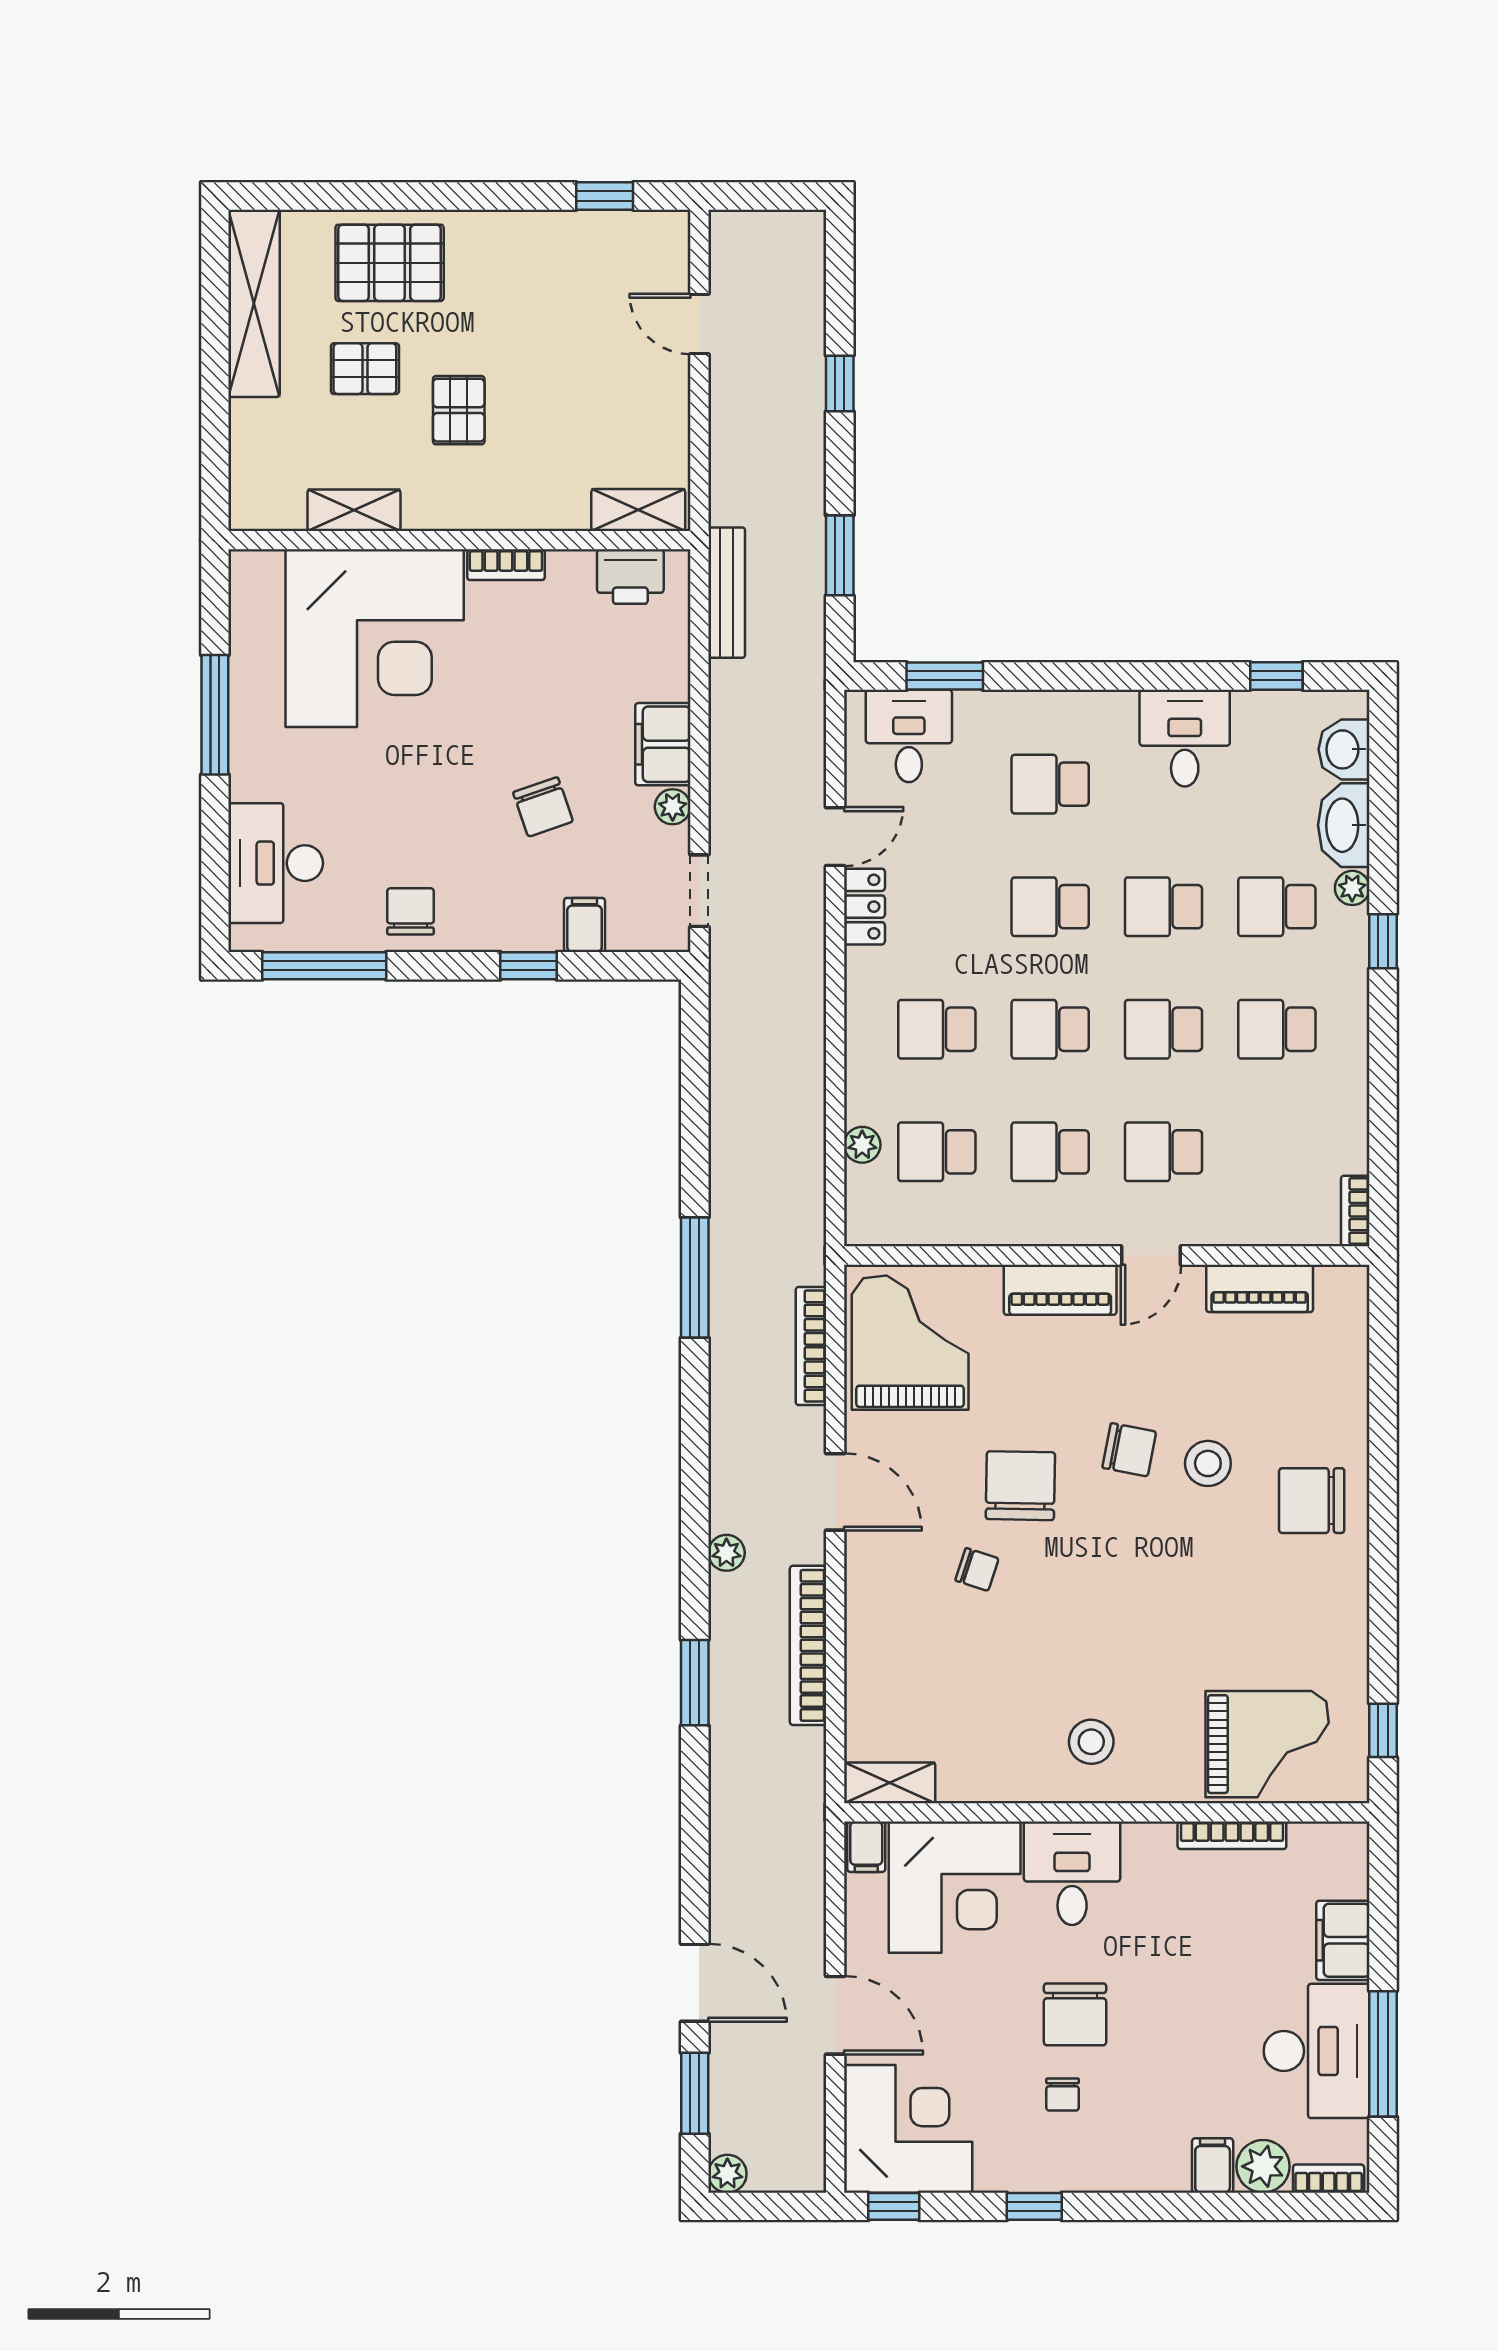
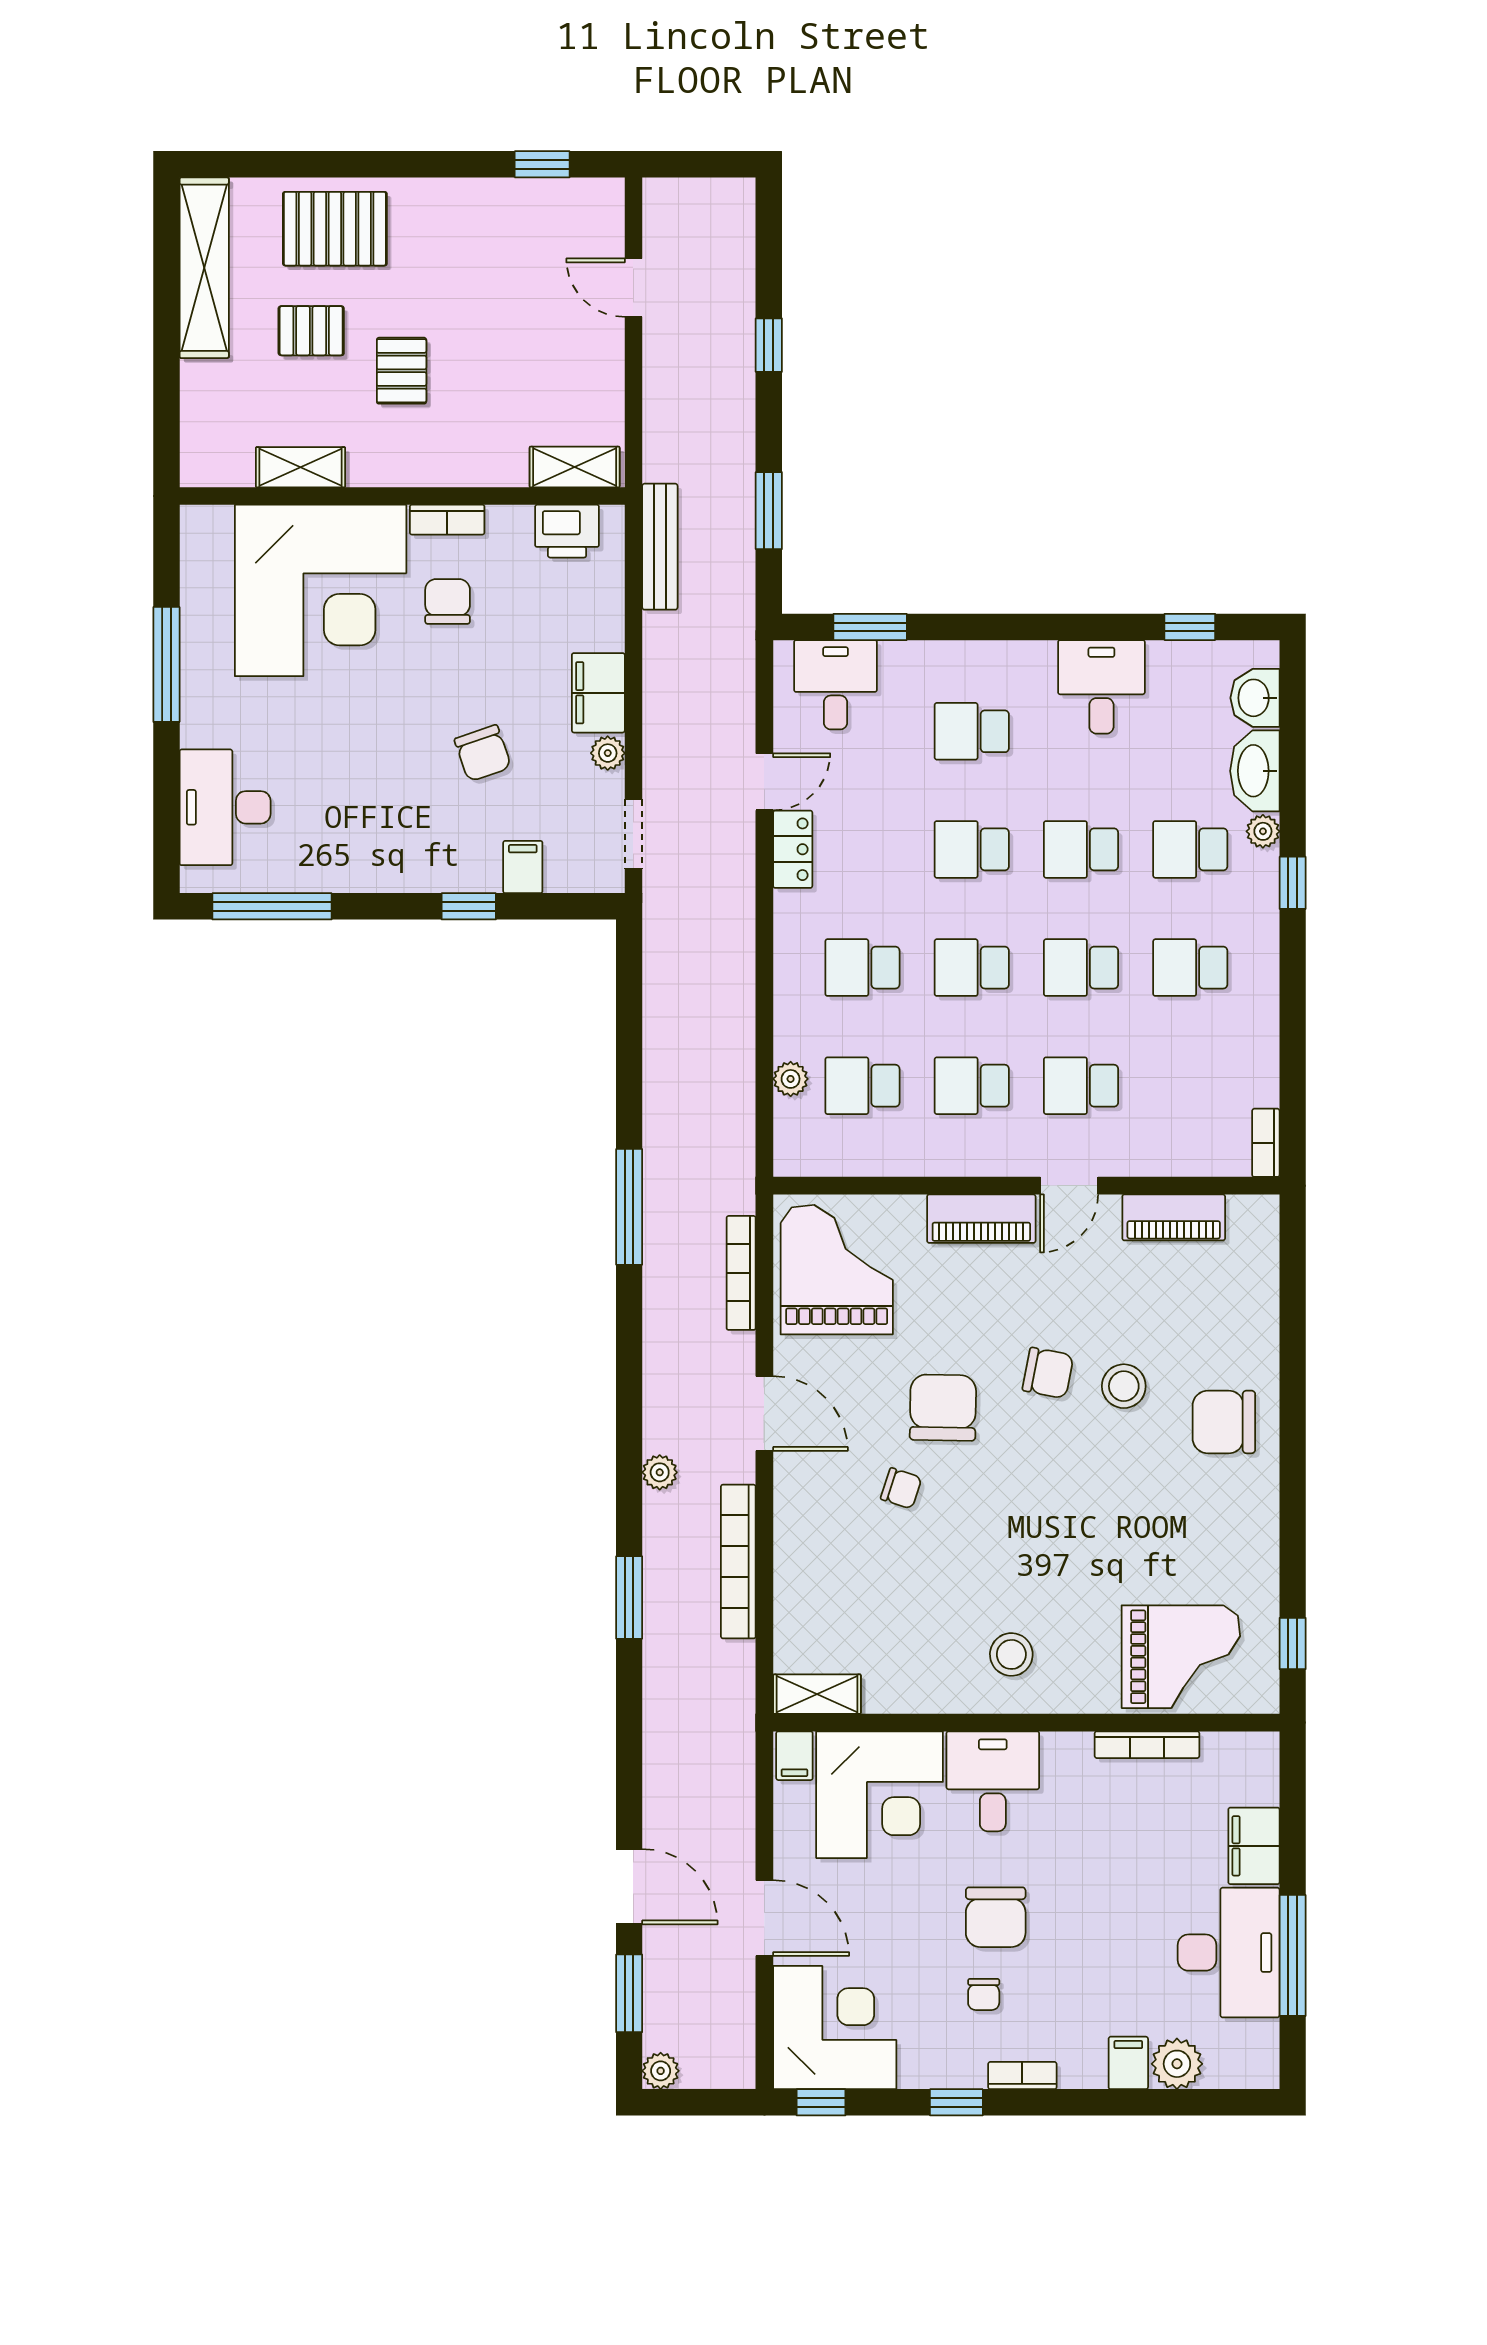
chair: (411, 911) -> (448, 601), moved
bookcase: (1329, 2179) -> (1022, 2076), moved

